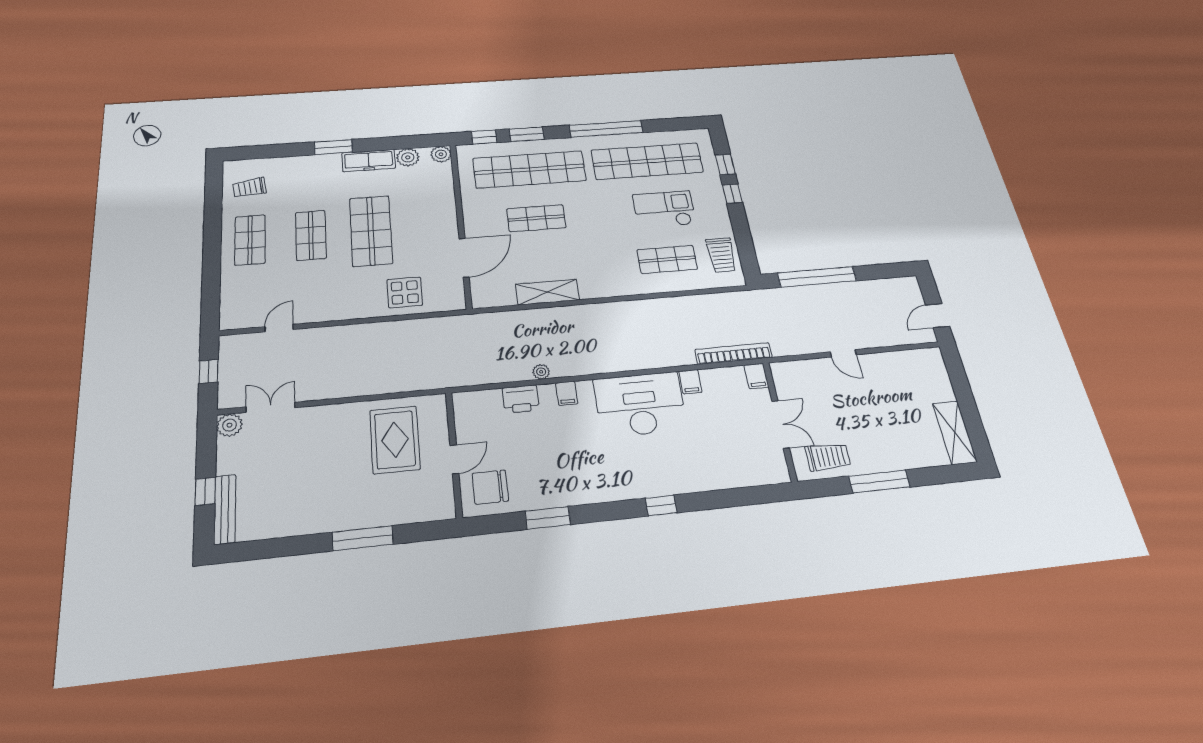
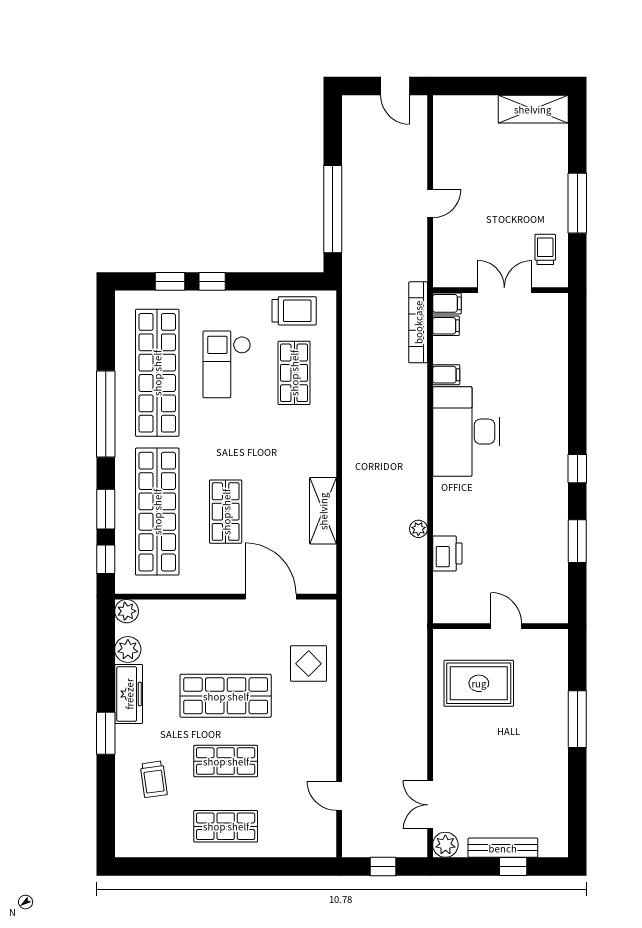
trolley: (249, 188) -> (154, 779), moved
filing cabinet: (567, 393) -> (446, 326), moved
trolley: (828, 457) -> (545, 249), width x0.73, depth x0.72
chair: (490, 487) -> (539, 594), removed
window: (661, 505) -> (577, 469), moved
bench: (225, 509) -> (503, 848), moved

